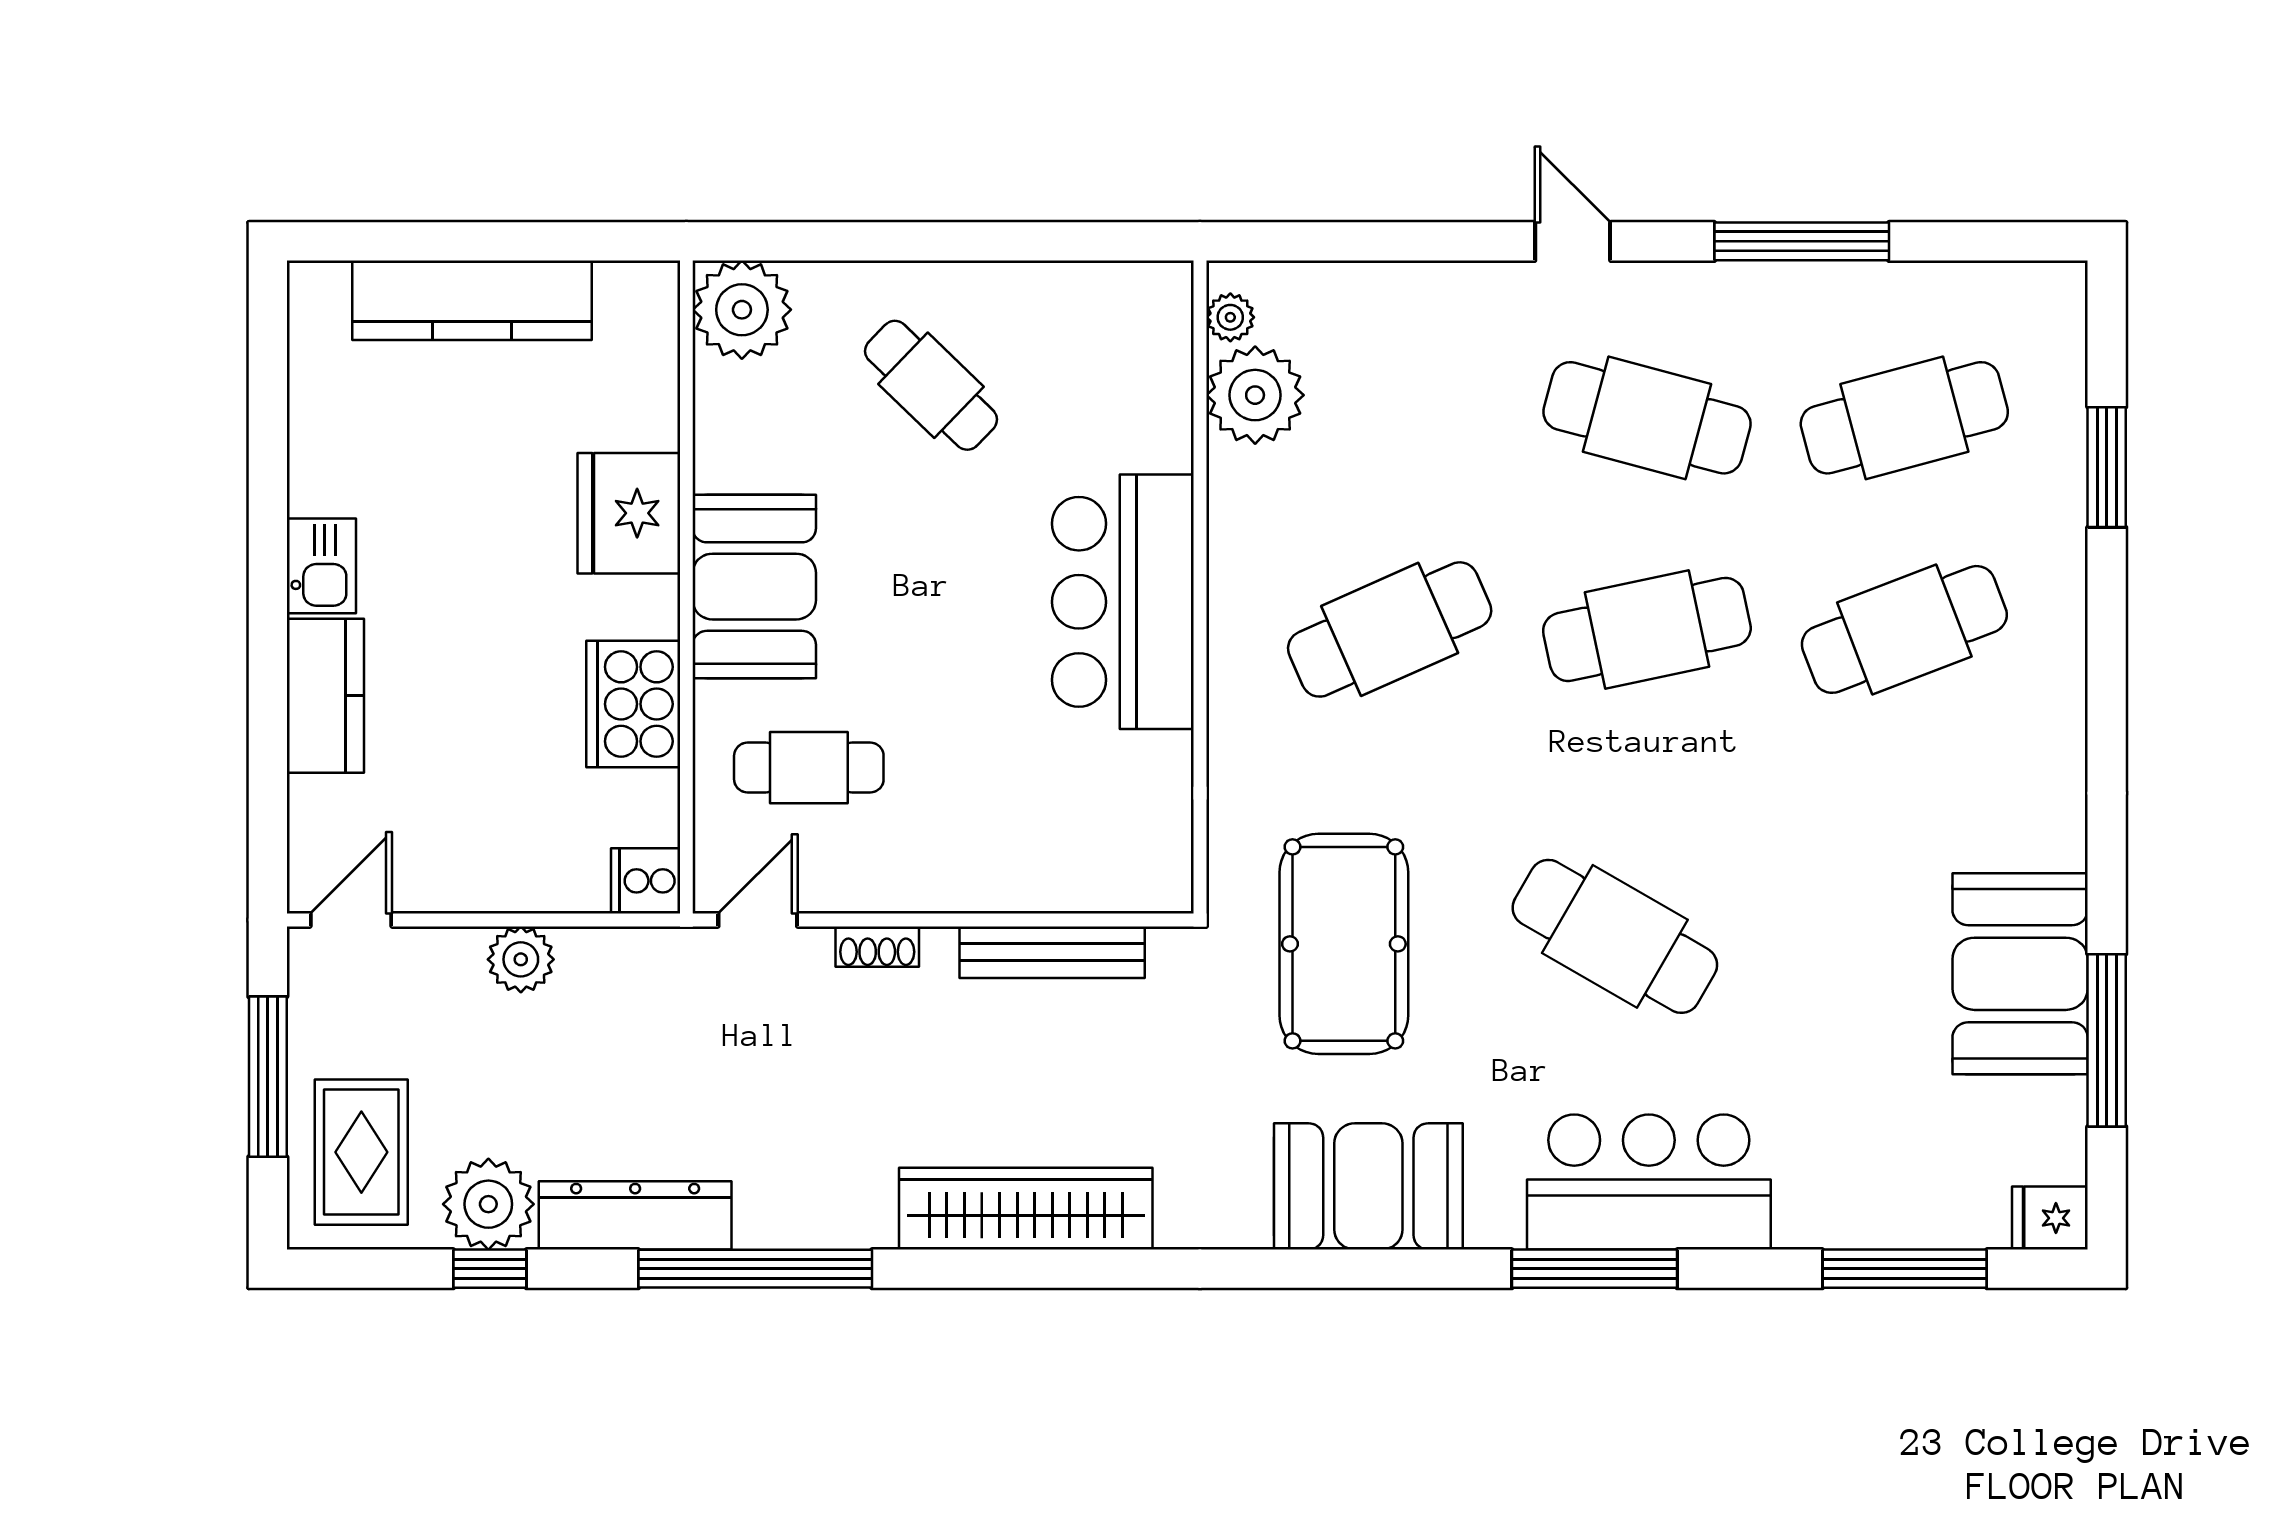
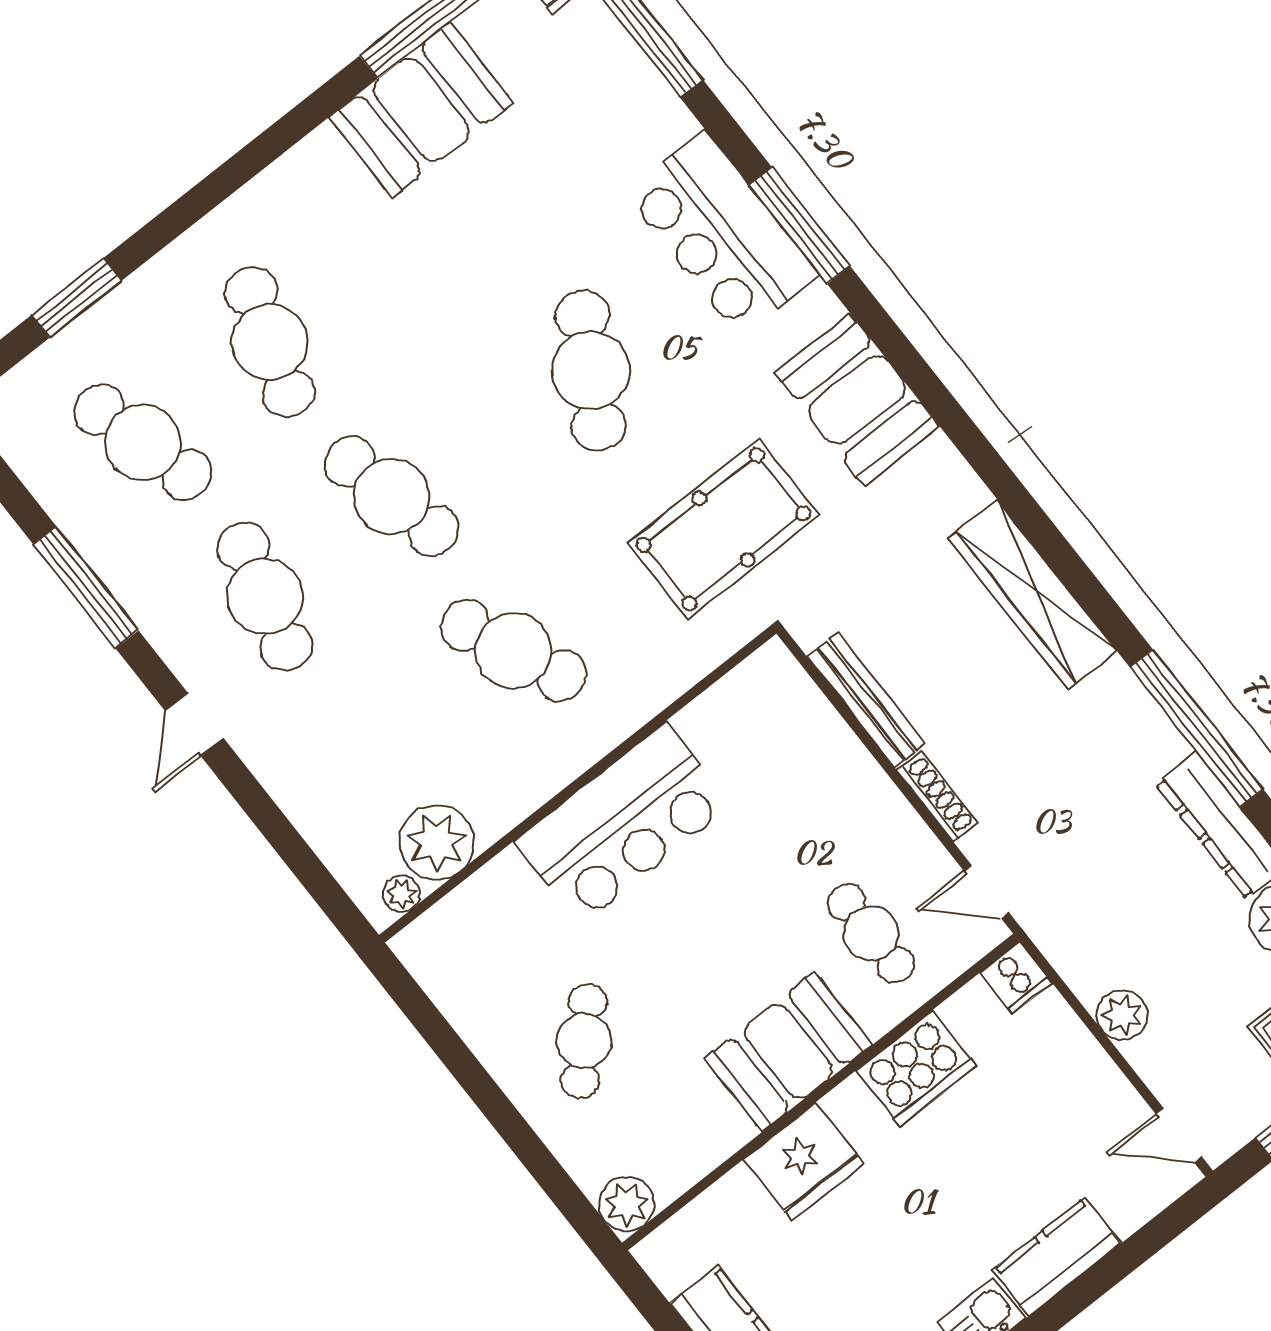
plant: (742, 310) -> (627, 1204), width x0.73, depth x0.73
cafe table: (1904, 629) -> (270, 342), turned 39
shoe rack: (877, 947) -> (937, 797), width x1.43

